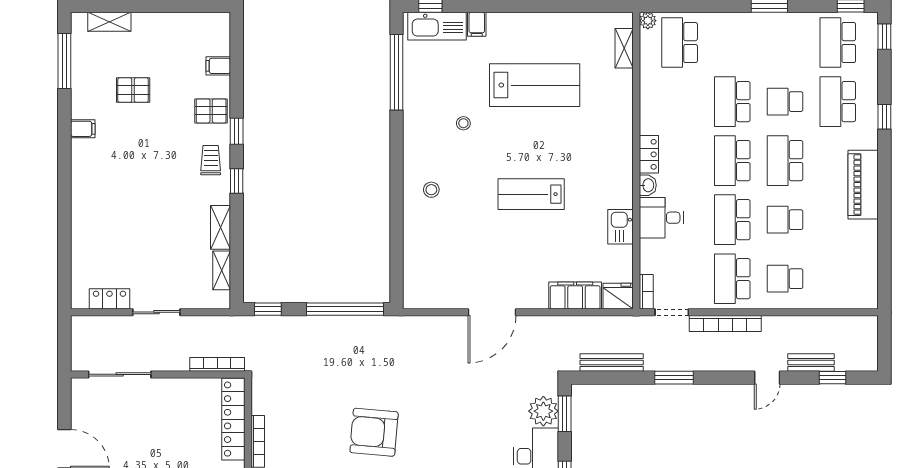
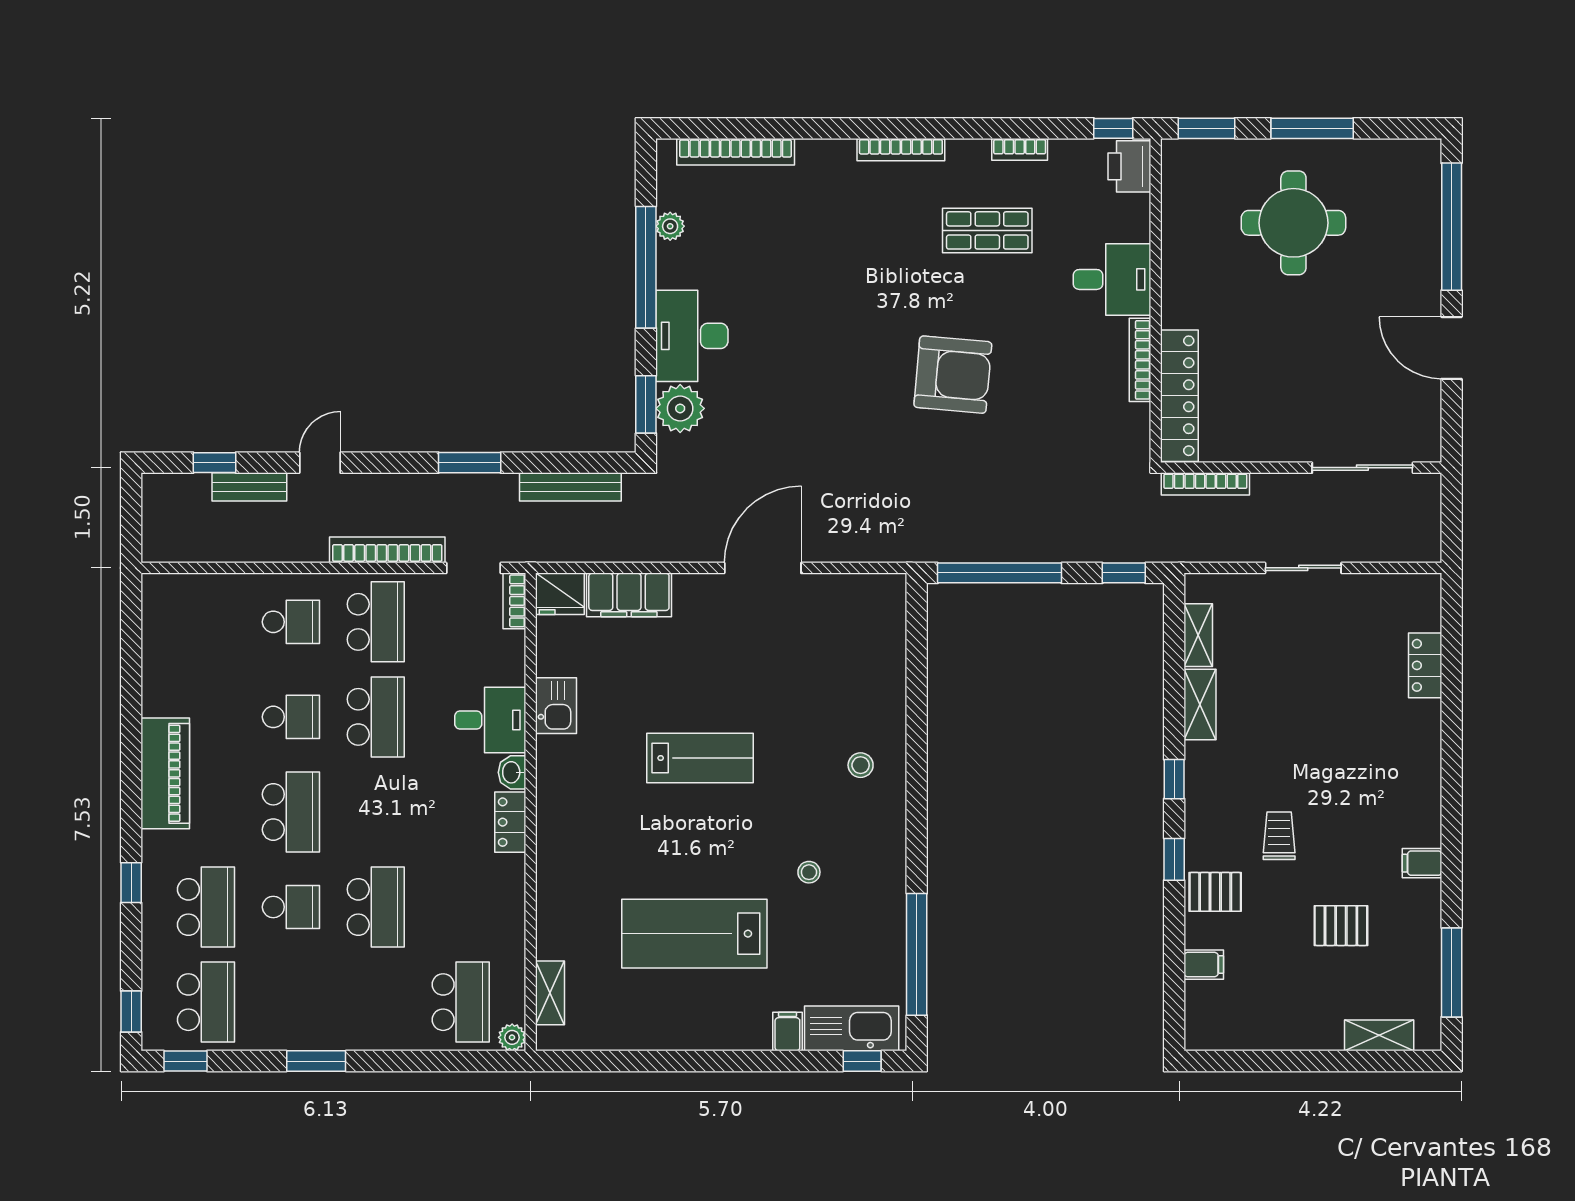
trolley: (211, 160) -> (1279, 836), moved, turned 180
school desk: (732, 161) -> (376, 812), removed
locker: (109, 299) -> (1425, 665), moved, turned 90

